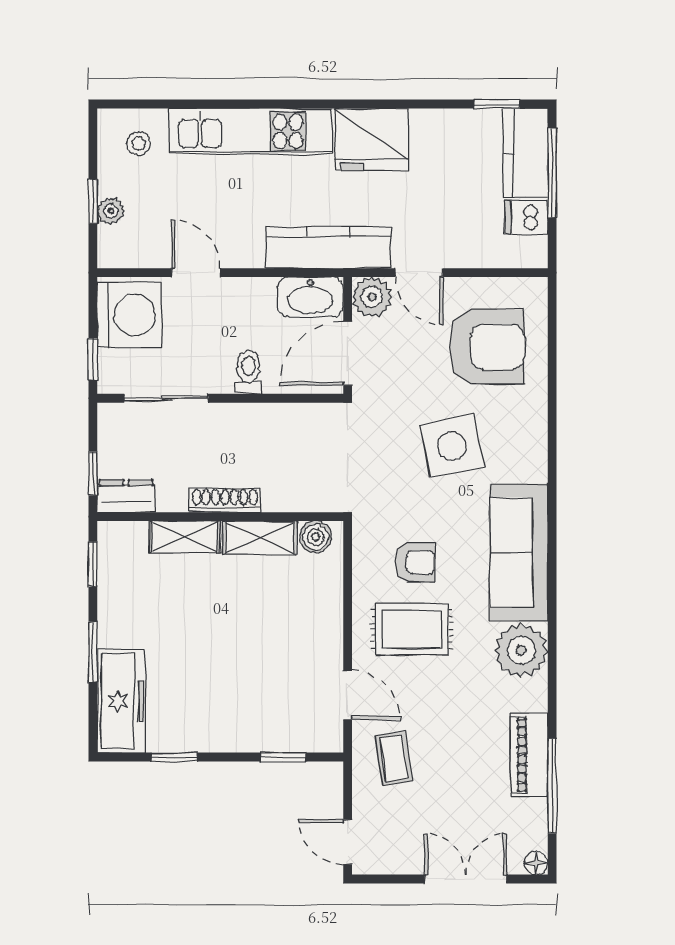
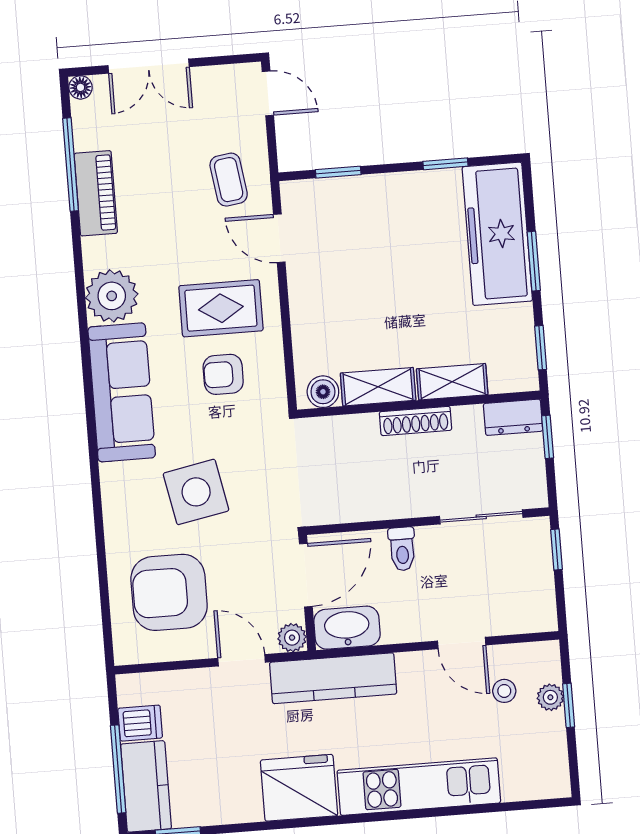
stool: (139, 144) -> (504, 691), moved
plant: (372, 297) -> (292, 638), width x0.73, depth x0.73
washing machine: (129, 315) -> (524, 596), removed
freezer: (121, 701) -> (497, 234), width x1.36, depth x1.26

